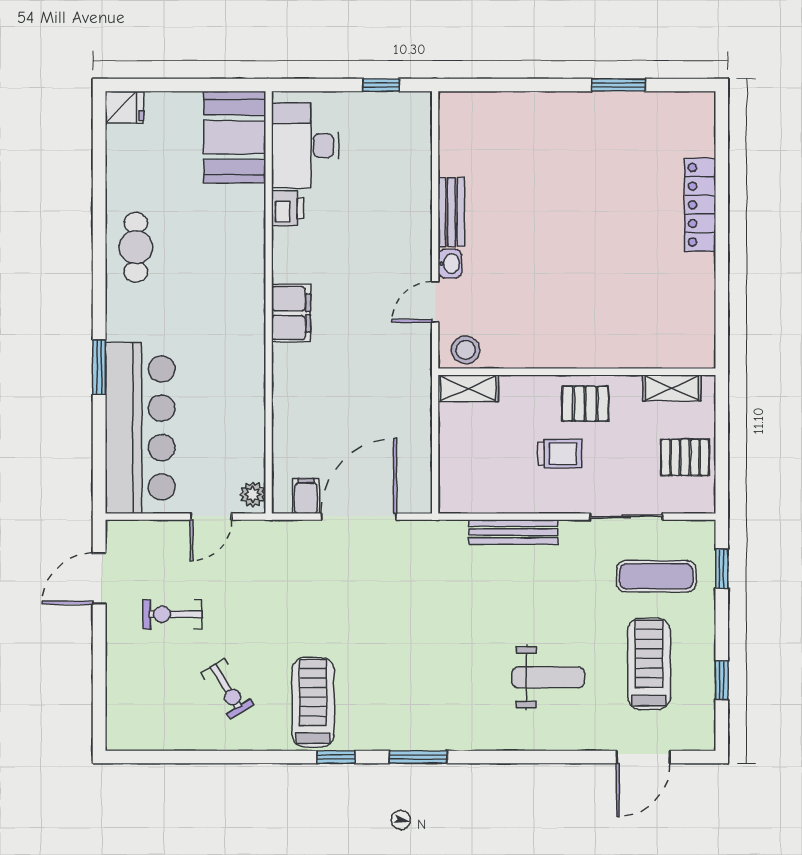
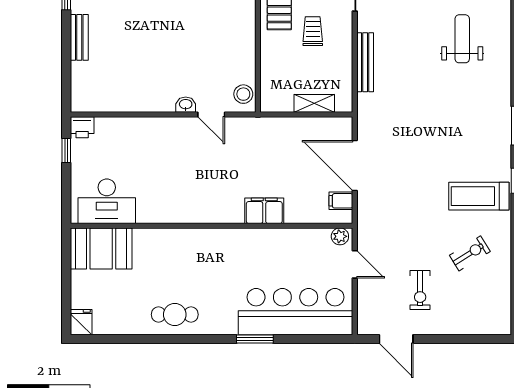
printer: (288, 208) -> (82, 127), moved, turned 180
bench: (451, 212) -> (79, 37), moved, turned 90
filing cabinet: (291, 313) -> (264, 211), moved
shelving: (468, 388) -> (314, 103), moved, turned 90

